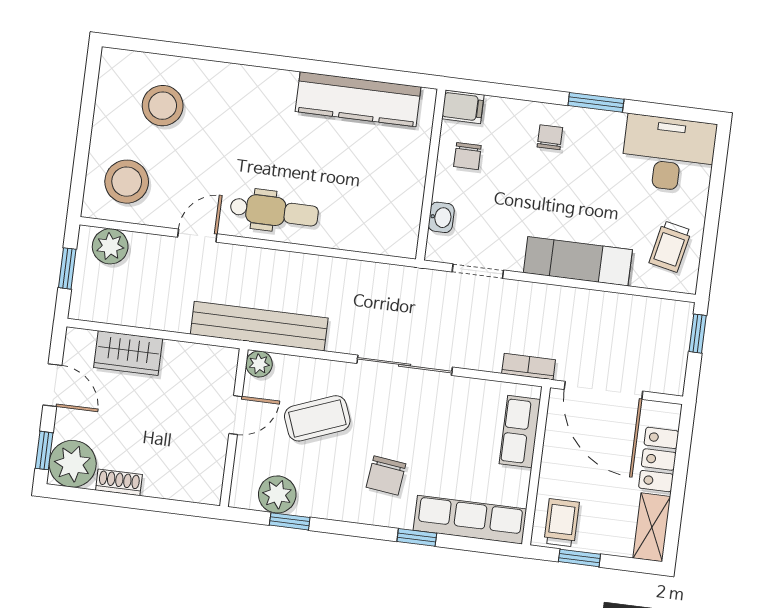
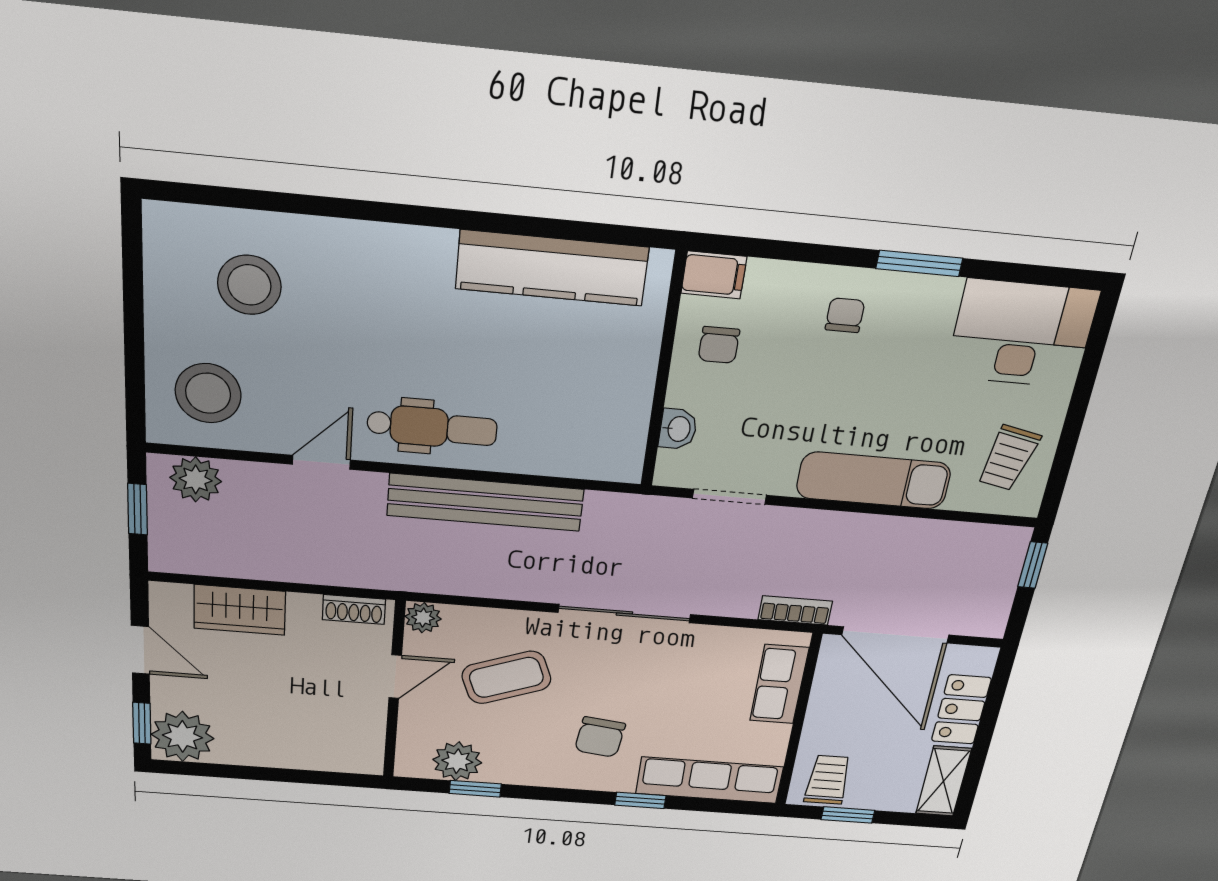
bench: (259, 326) -> (485, 502), moved
shoe rack: (119, 482) -> (354, 609), moved, turned 180

